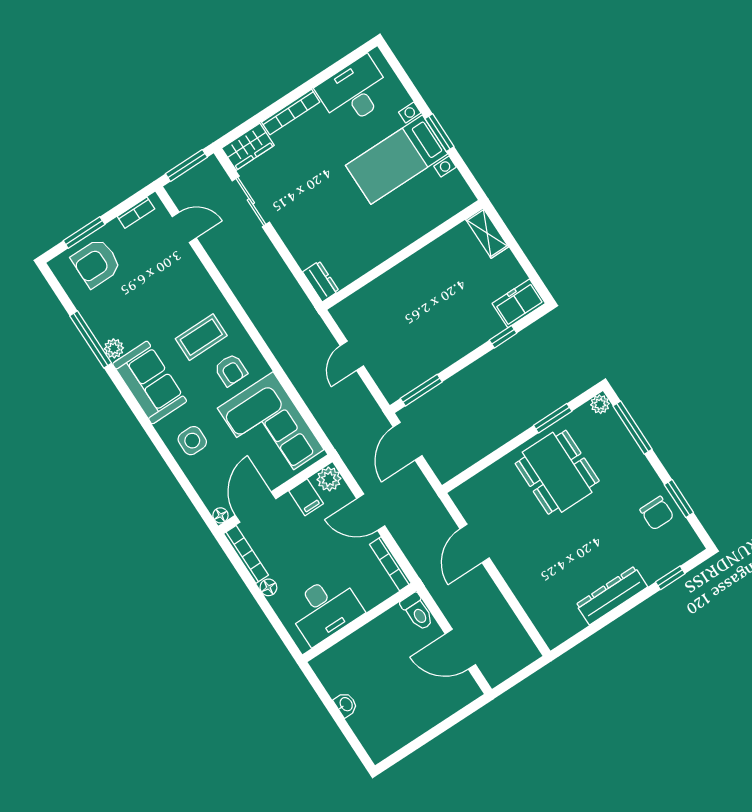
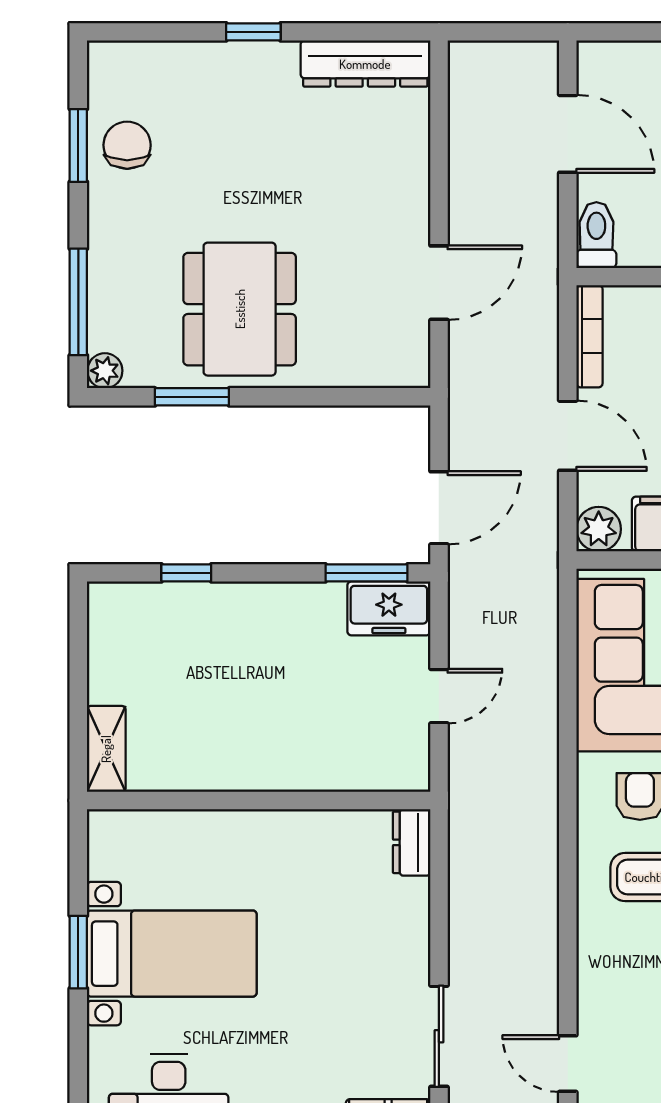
freezer: (519, 303) -> (389, 608), moved
window: (670, 578) -> (253, 32), moved
dresser: (612, 596) -> (365, 64), moved

